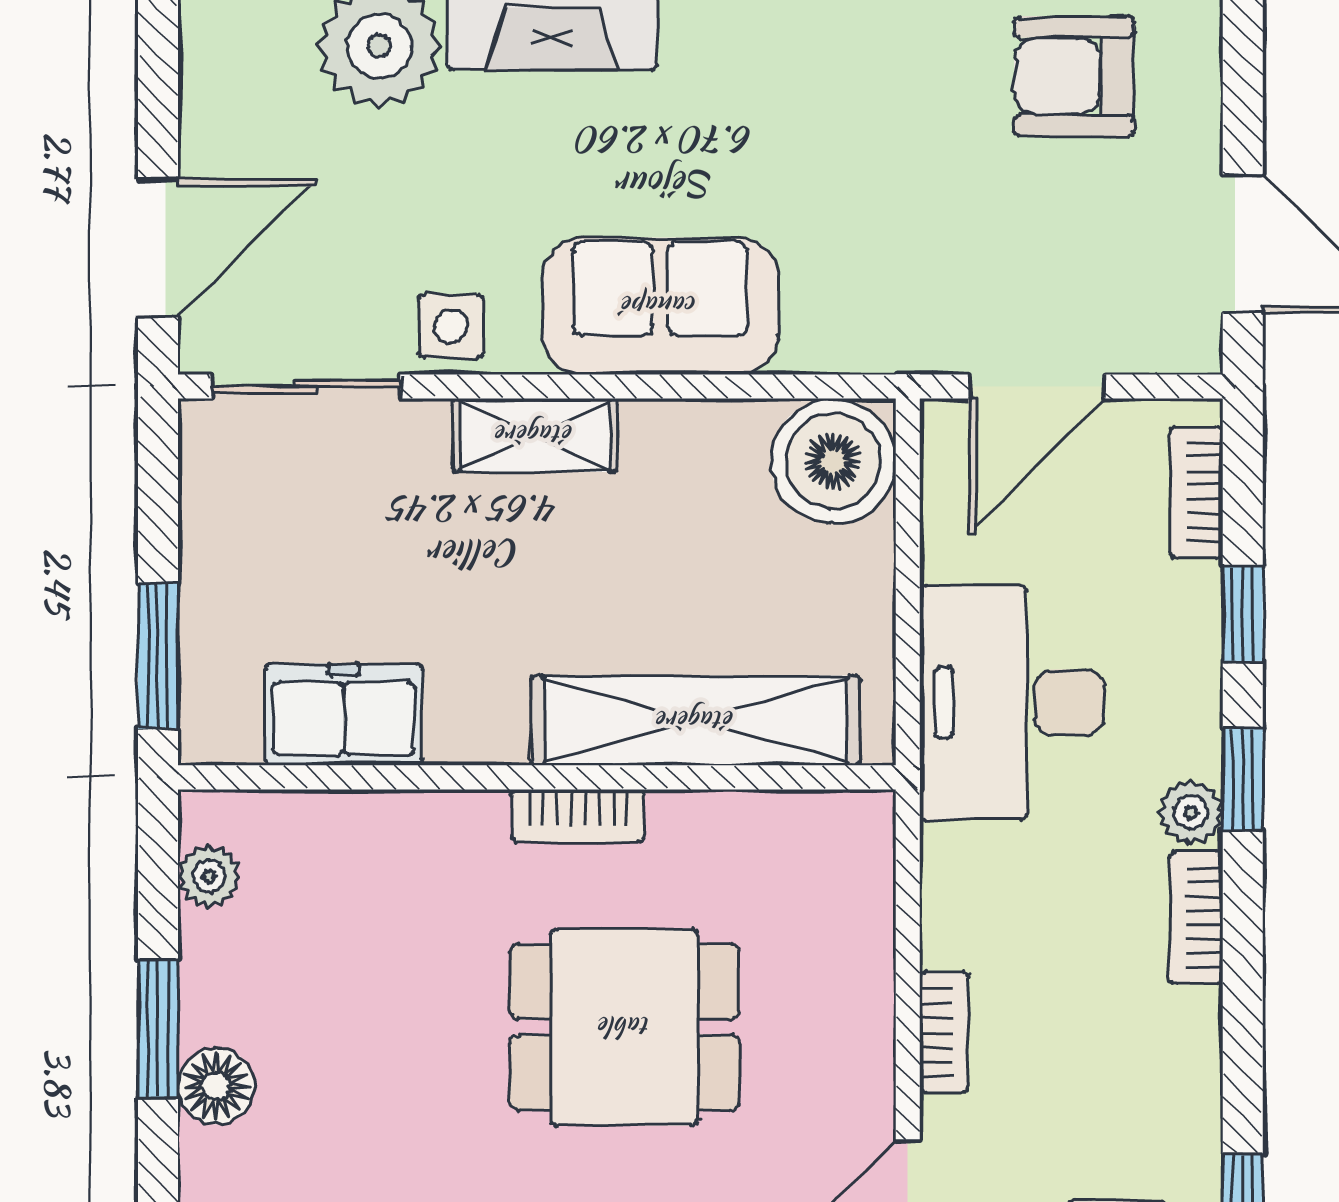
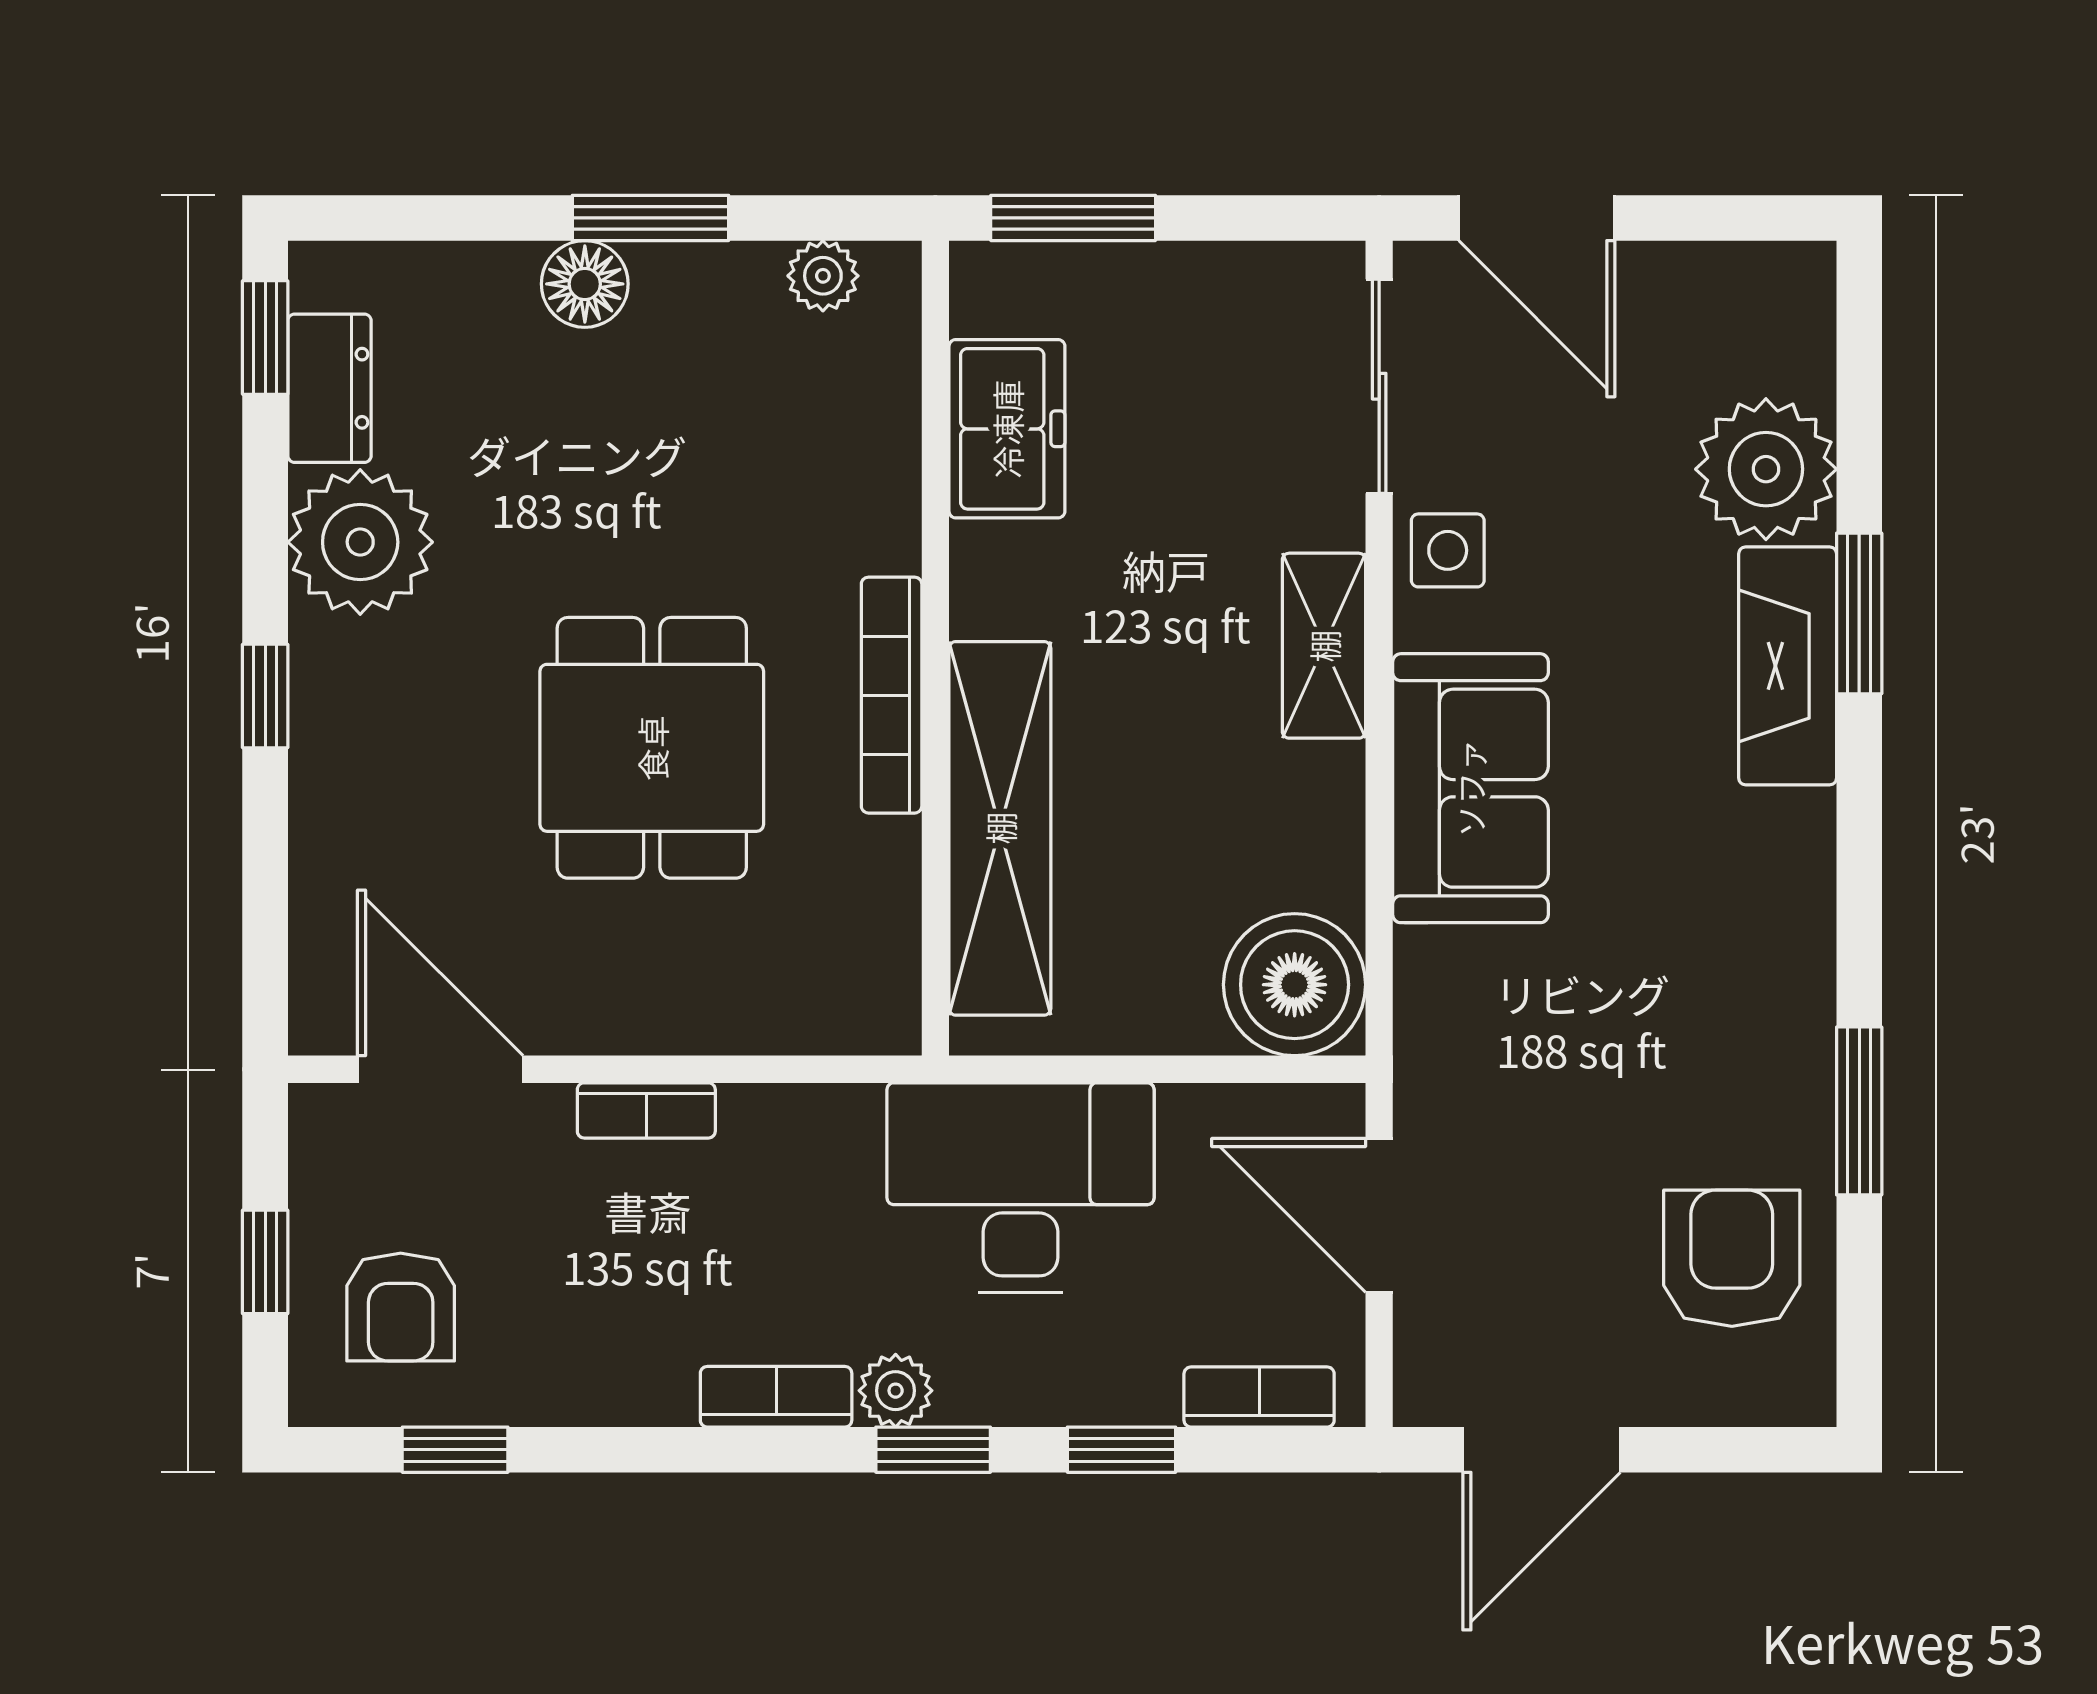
bookcase: (578, 816) -> (892, 695), width x1.56

